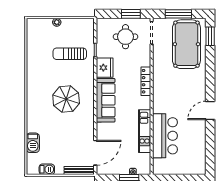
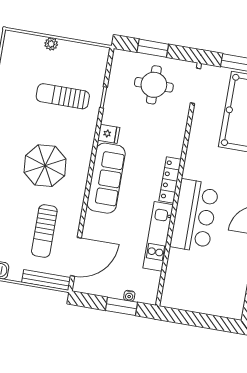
window: (131, 14) -> (153, 48), moved
fridge: (105, 68) -> (109, 134), width x0.53, depth x0.75
locker: (146, 81) -> (170, 180), moved
bar counter: (165, 136) -> (194, 216), moved
sun lounger: (73, 140) -> (44, 231), added

